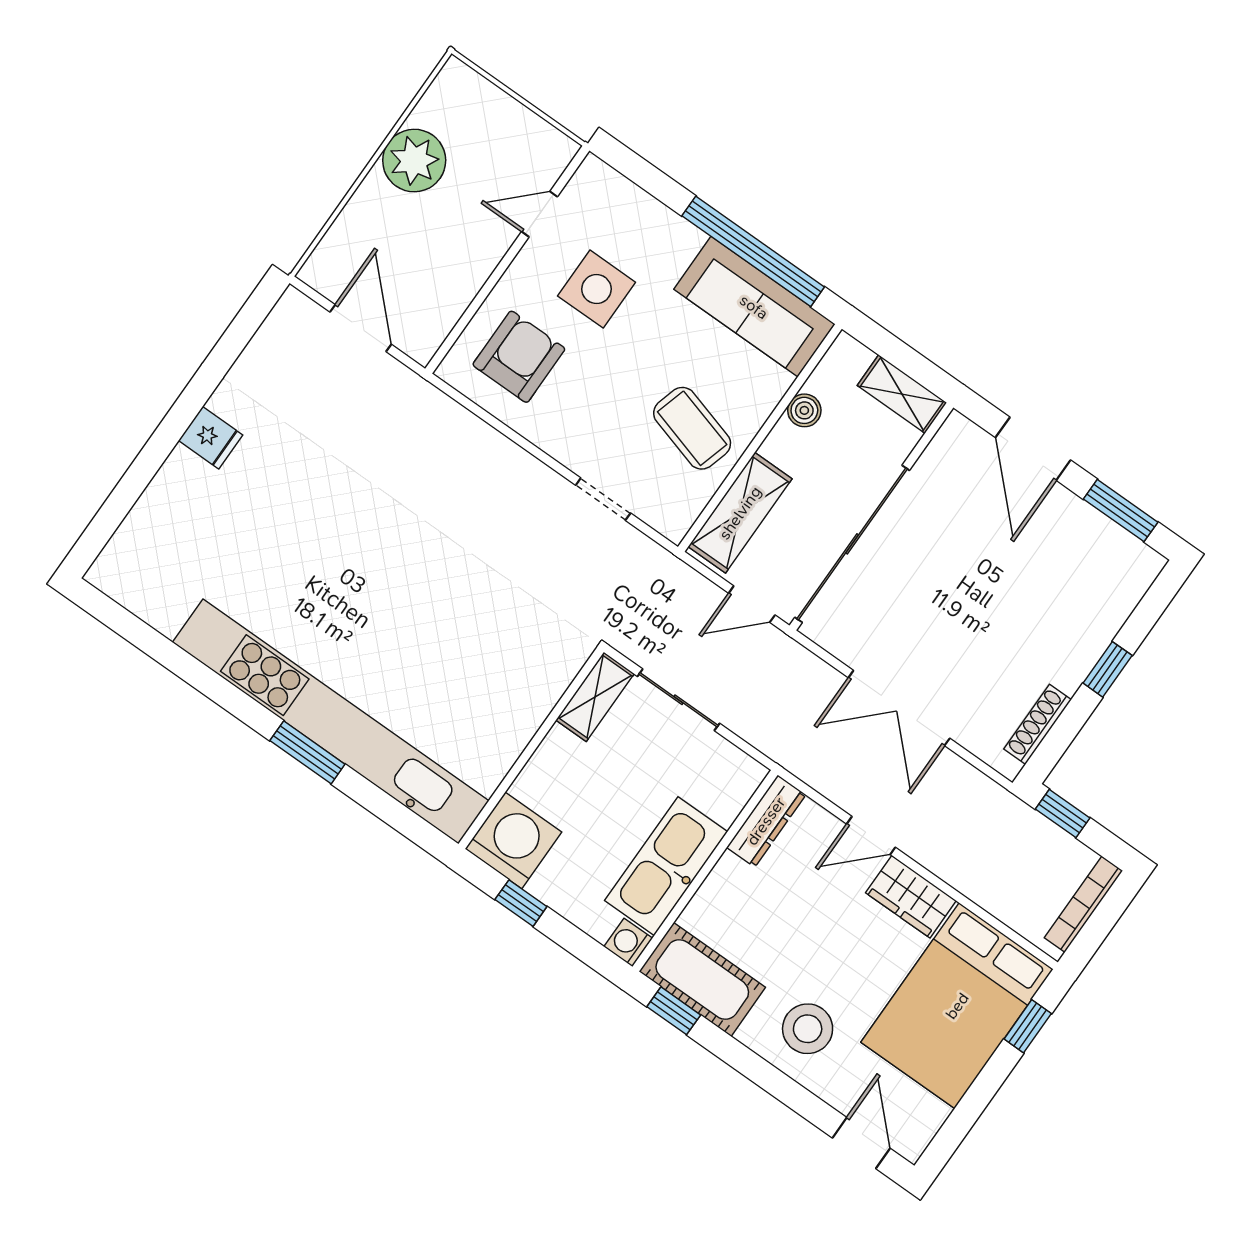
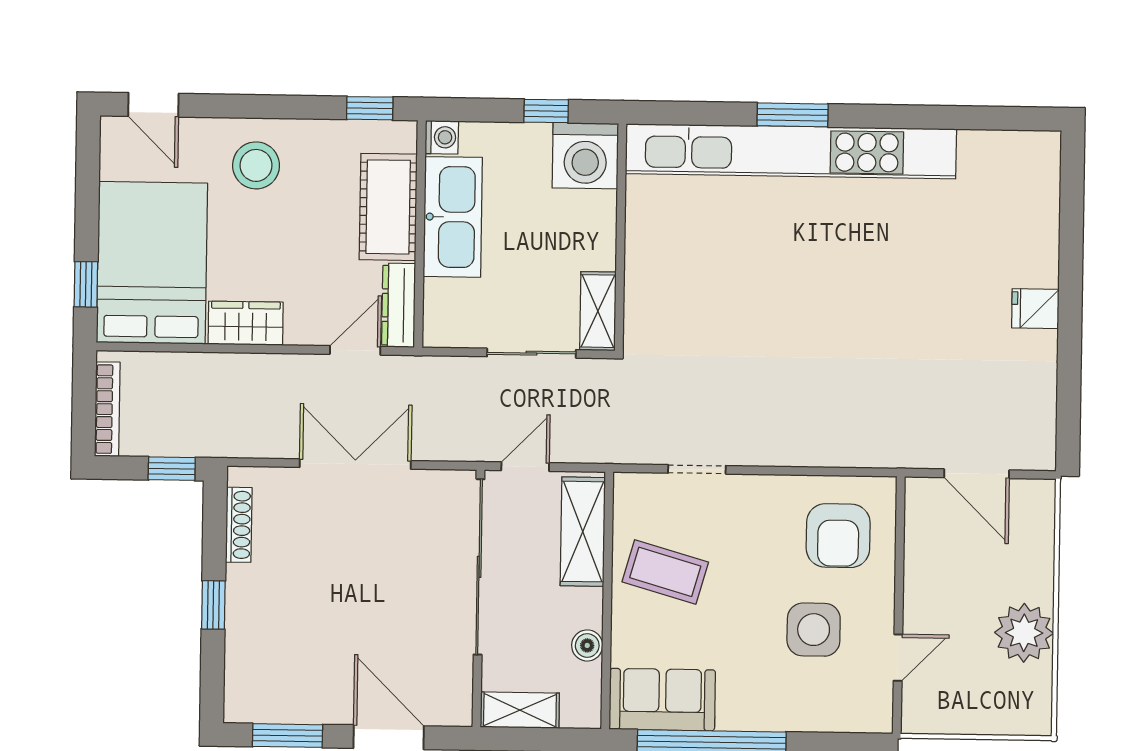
sofa: (754, 307) -> (662, 700), width x0.73
door: (871, 836) -> (355, 350), moved
cot: (702, 979) -> (388, 207), moved, turned 90

